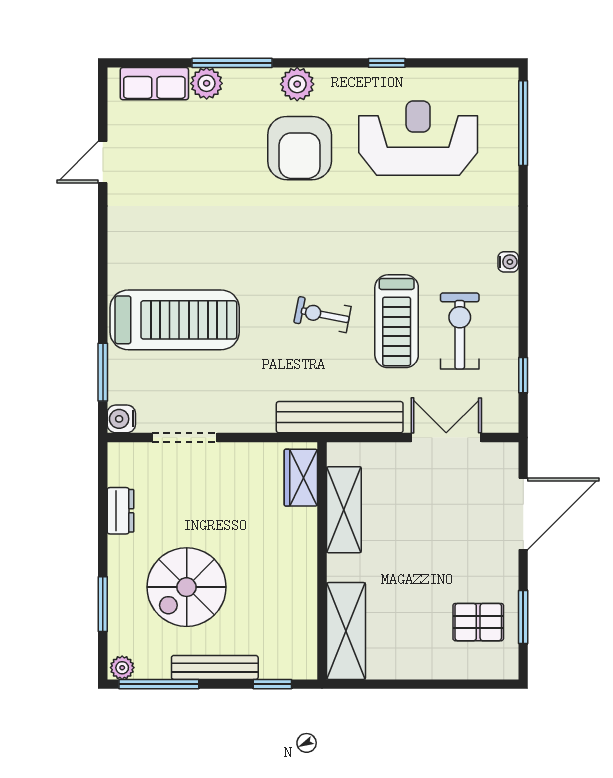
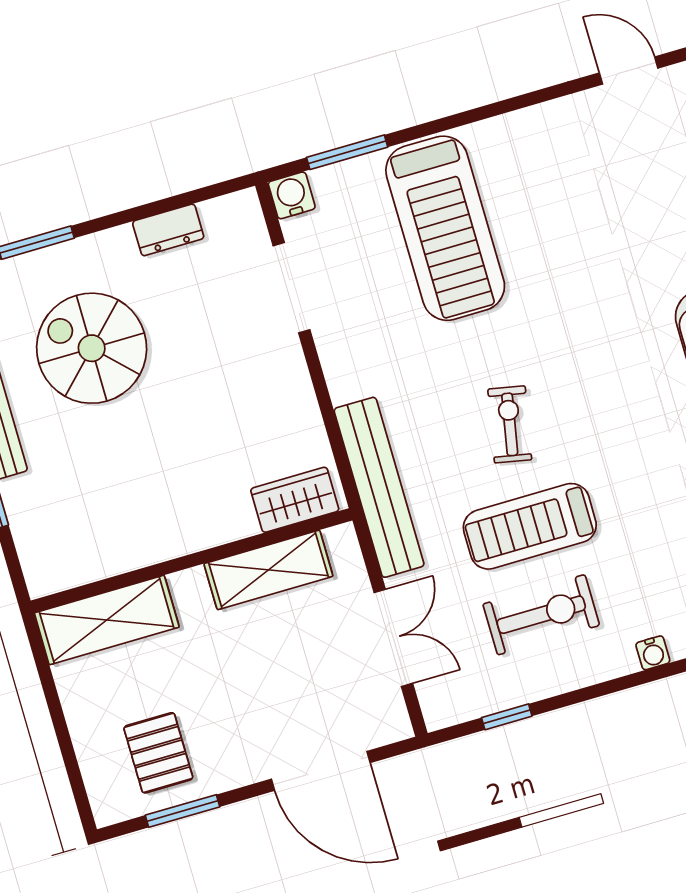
wardrobe: (301, 478) -> (295, 500), moved
shelving: (344, 510) -> (268, 570), moved
wall: (322, 561) -> (191, 560), moved
shelving: (346, 631) -> (107, 620), moved

